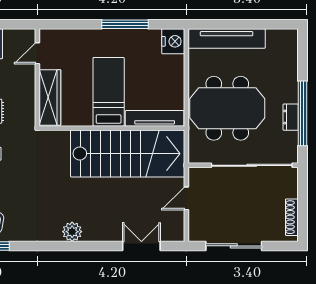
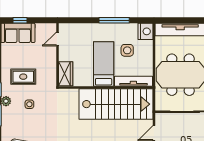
side table: (145, 71) -> (127, 50), added
wardrobe: (50, 97) -> (66, 74), width x0.67

